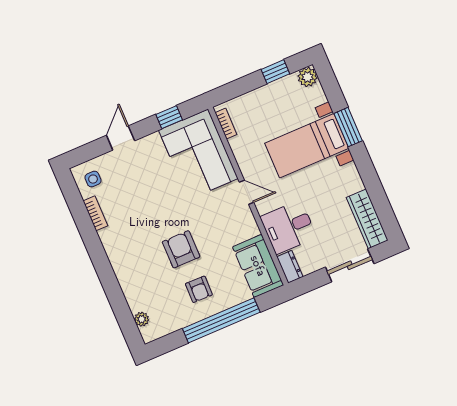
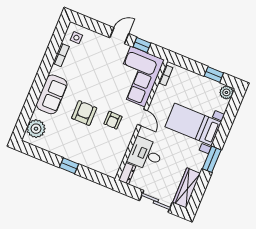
window: (348, 127) -> (212, 159), moved
door: (121, 138) -> (119, 36), moved
sofa: (258, 266) -> (52, 94), moved, turned 180
armchair: (199, 289) -> (113, 120), moved
plant: (142, 319) -> (36, 129), width x1.88, depth x1.88
window: (221, 320) -> (69, 166), width x0.32

